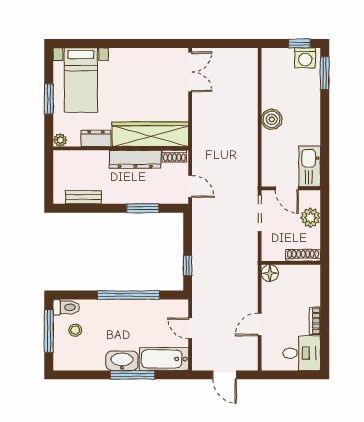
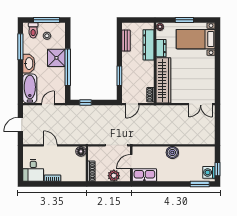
dresser: (135, 159) -> (149, 45), moved
toilet: (66, 307) -> (33, 30), moved
shower: (112, 314) -> (56, 58), added
window: (132, 375) -> (20, 47), moved

